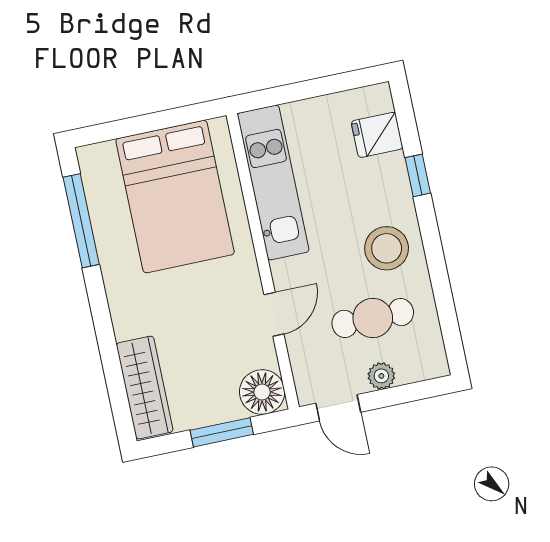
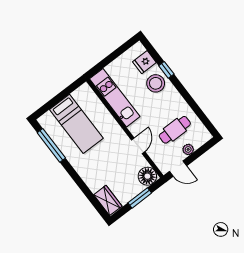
bed: (175, 197) -> (76, 124), width x0.67
stool: (387, 248) -> (156, 83), moved
wardrobe: (145, 388) -> (108, 200), width x0.67

